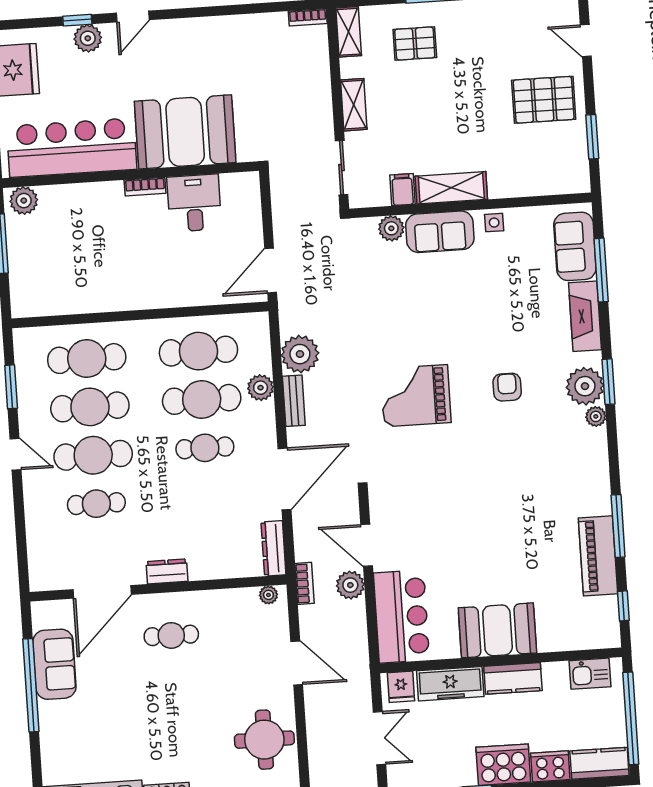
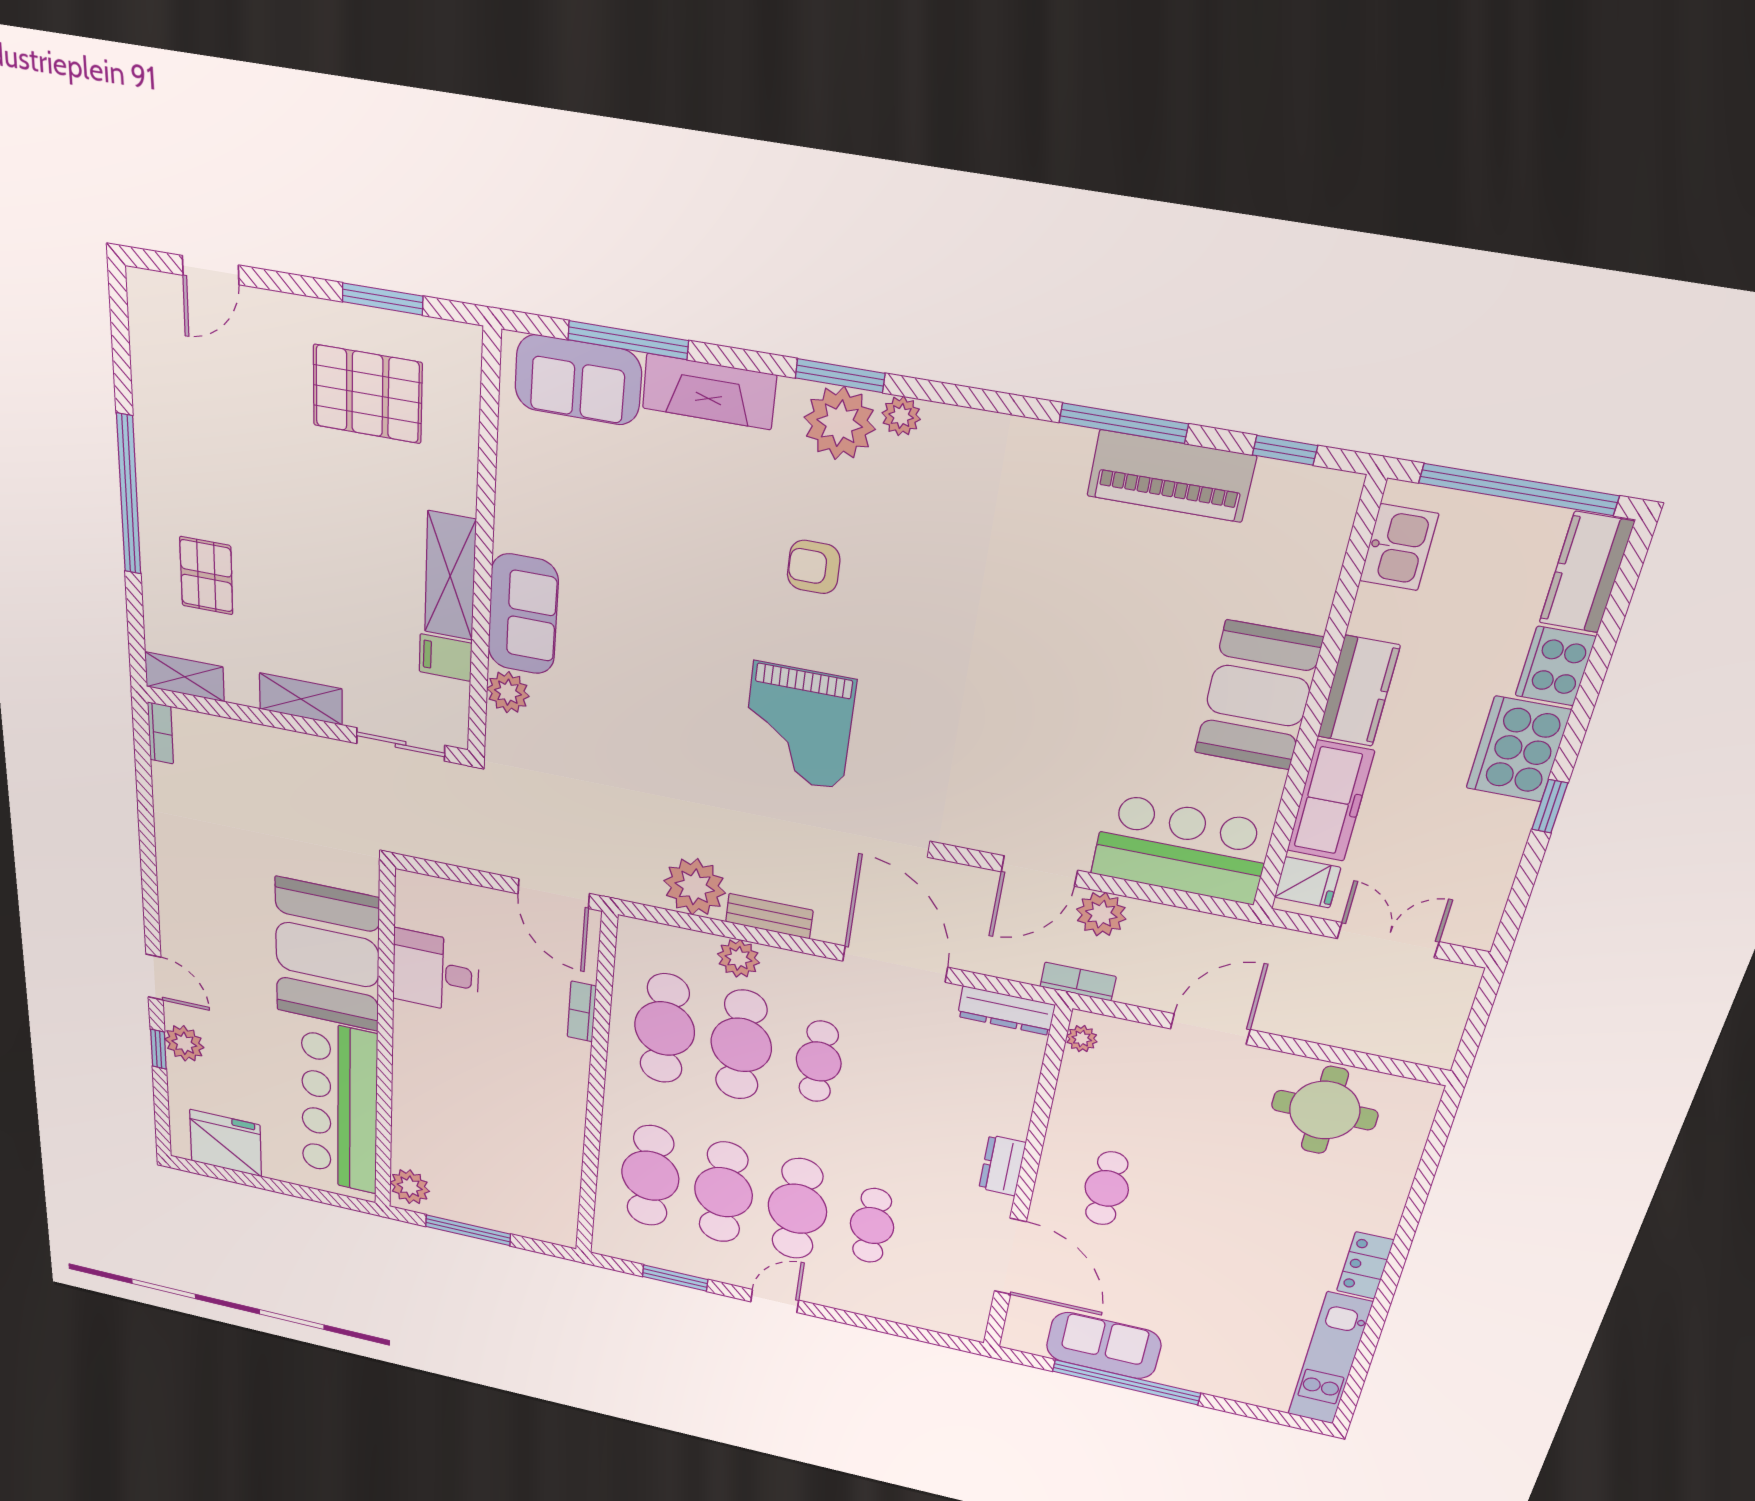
pallet: (544, 100) -> (367, 394), moved, turned 90
bookcase: (145, 187) -> (582, 1011), moved, turned 180
side table: (494, 223) -> (518, 517), removed

